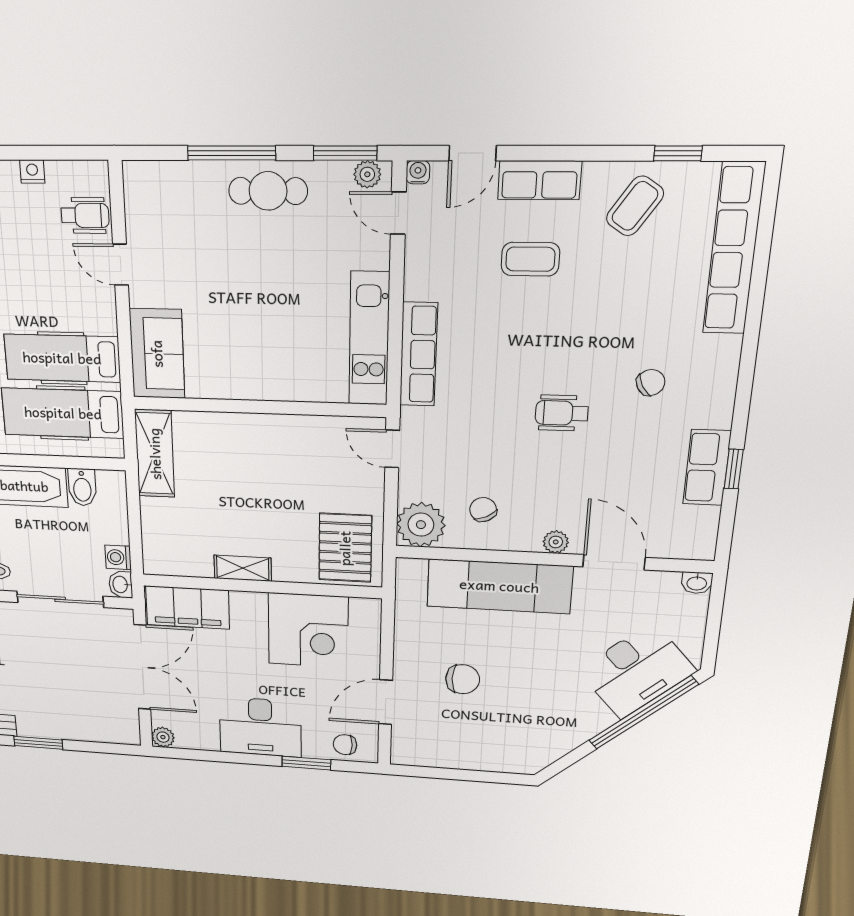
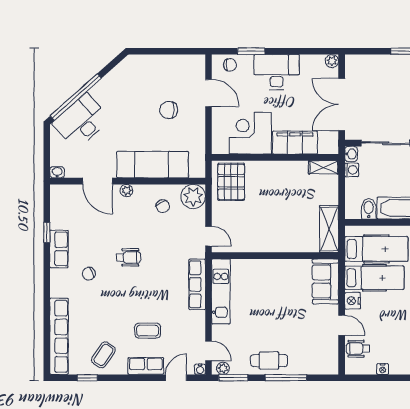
nightstand: (102, 314) -> (353, 301), added
row of seats: (707, 468) -> (59, 249), moved
shelving: (243, 568) -> (323, 167), moved
filing cabinet: (187, 608) -> (295, 143), moved
door: (386, 702) -> (208, 93), hinge flipped

